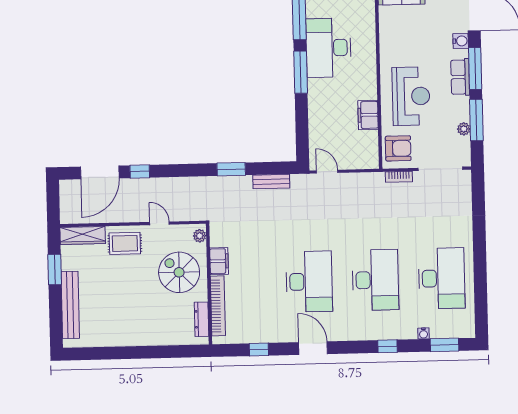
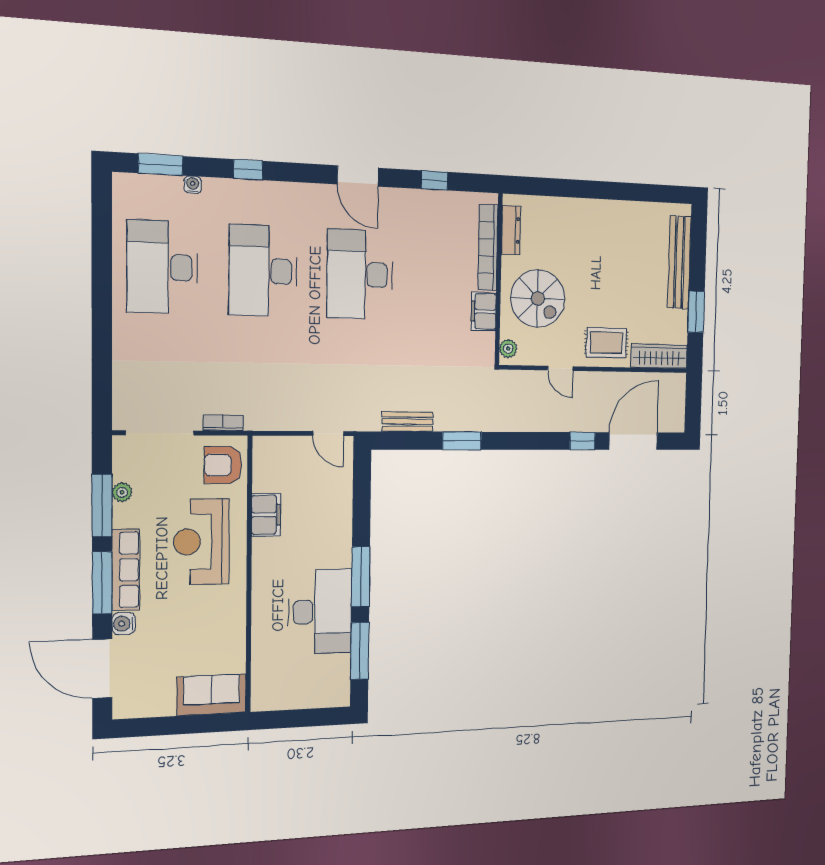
row of seats: (460, 77) -> (126, 570), width x1.48

